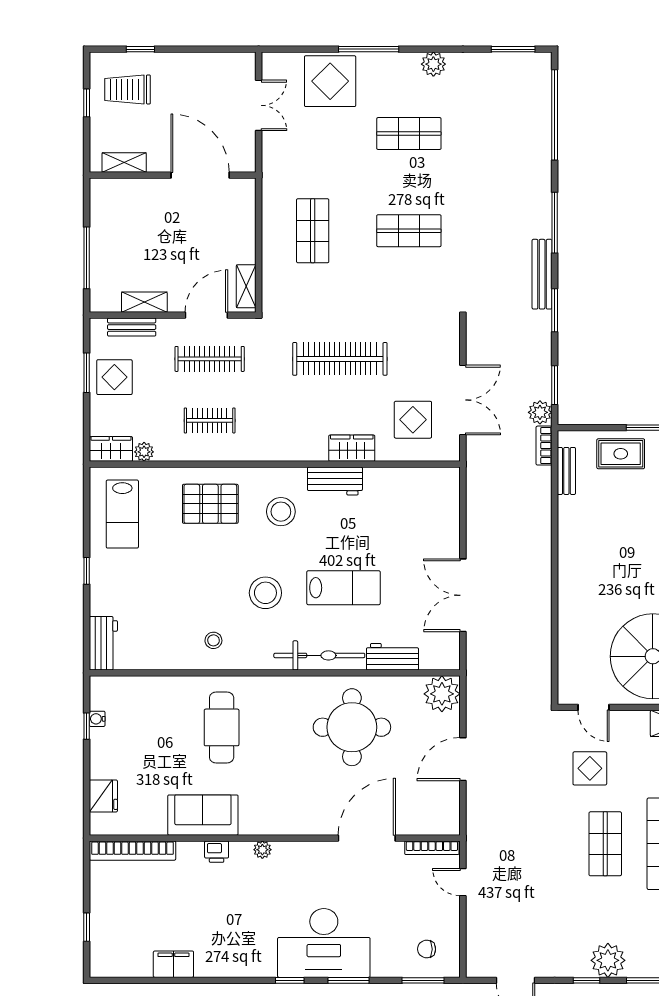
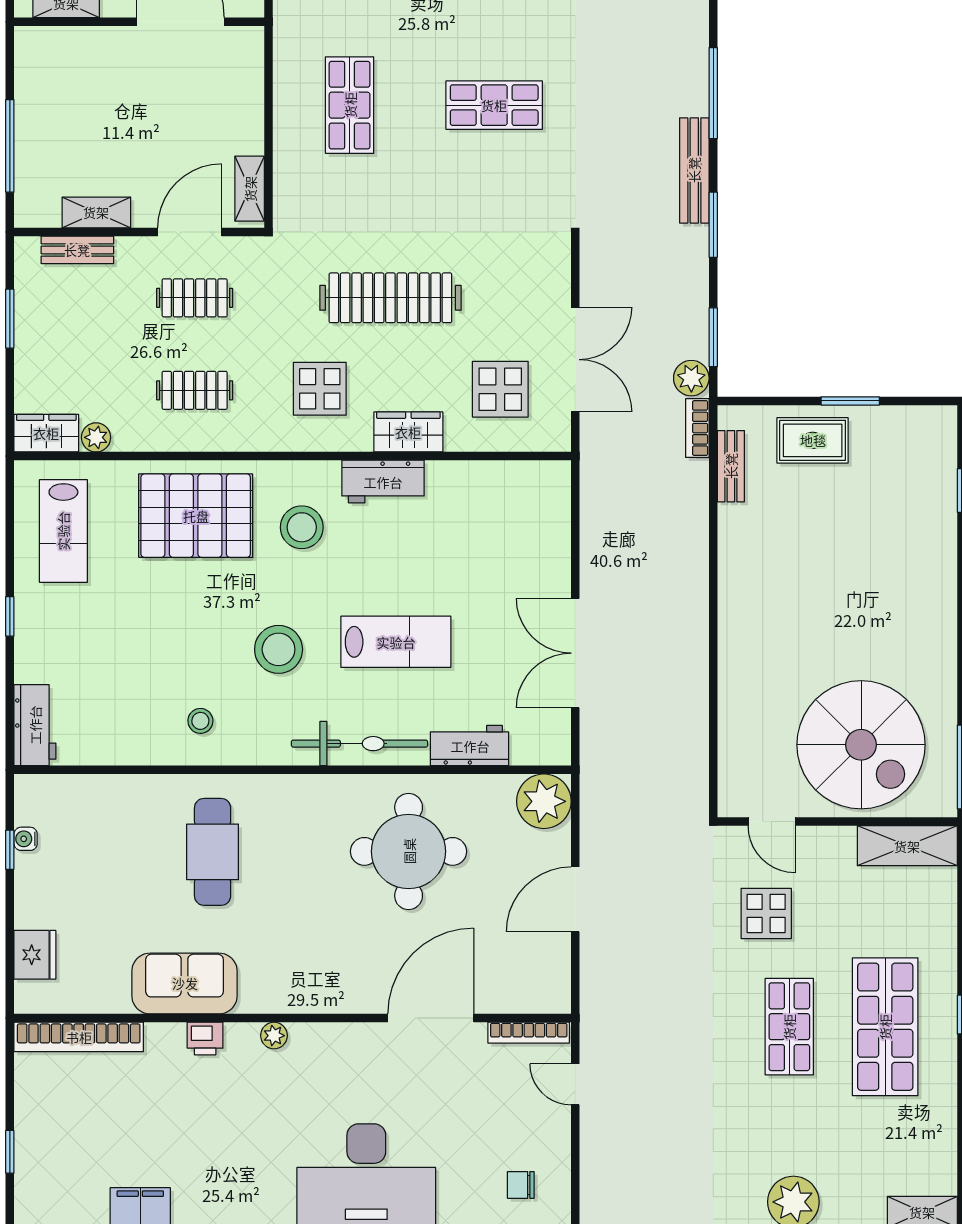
clothes rail: (210, 359) -> (195, 298), width x0.73
display table: (114, 377) -> (320, 389), moved
pallet: (210, 504) -> (196, 516), width x1.37, depth x1.41

